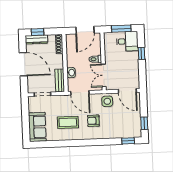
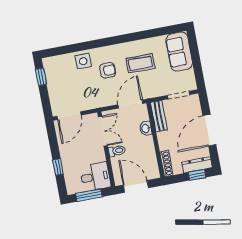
door: (85, 30) -> (136, 186), hinge flipped
desk: (127, 41) -> (95, 177), moved, turned 180
door: (23, 64) -> (209, 130), hinge flipped
door: (127, 91) -> (69, 116), swing flipped
door: (80, 93) -> (130, 104), hinge flipped
side table: (107, 101) -> (83, 61), moved
window: (128, 141) -> (59, 51), removed

